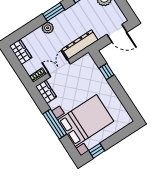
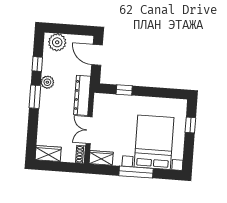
plant: (48, 28) -> (47, 82), moved
door: (117, 33) -> (97, 55), swing flipped
window: (97, 151) -> (190, 125), moved

